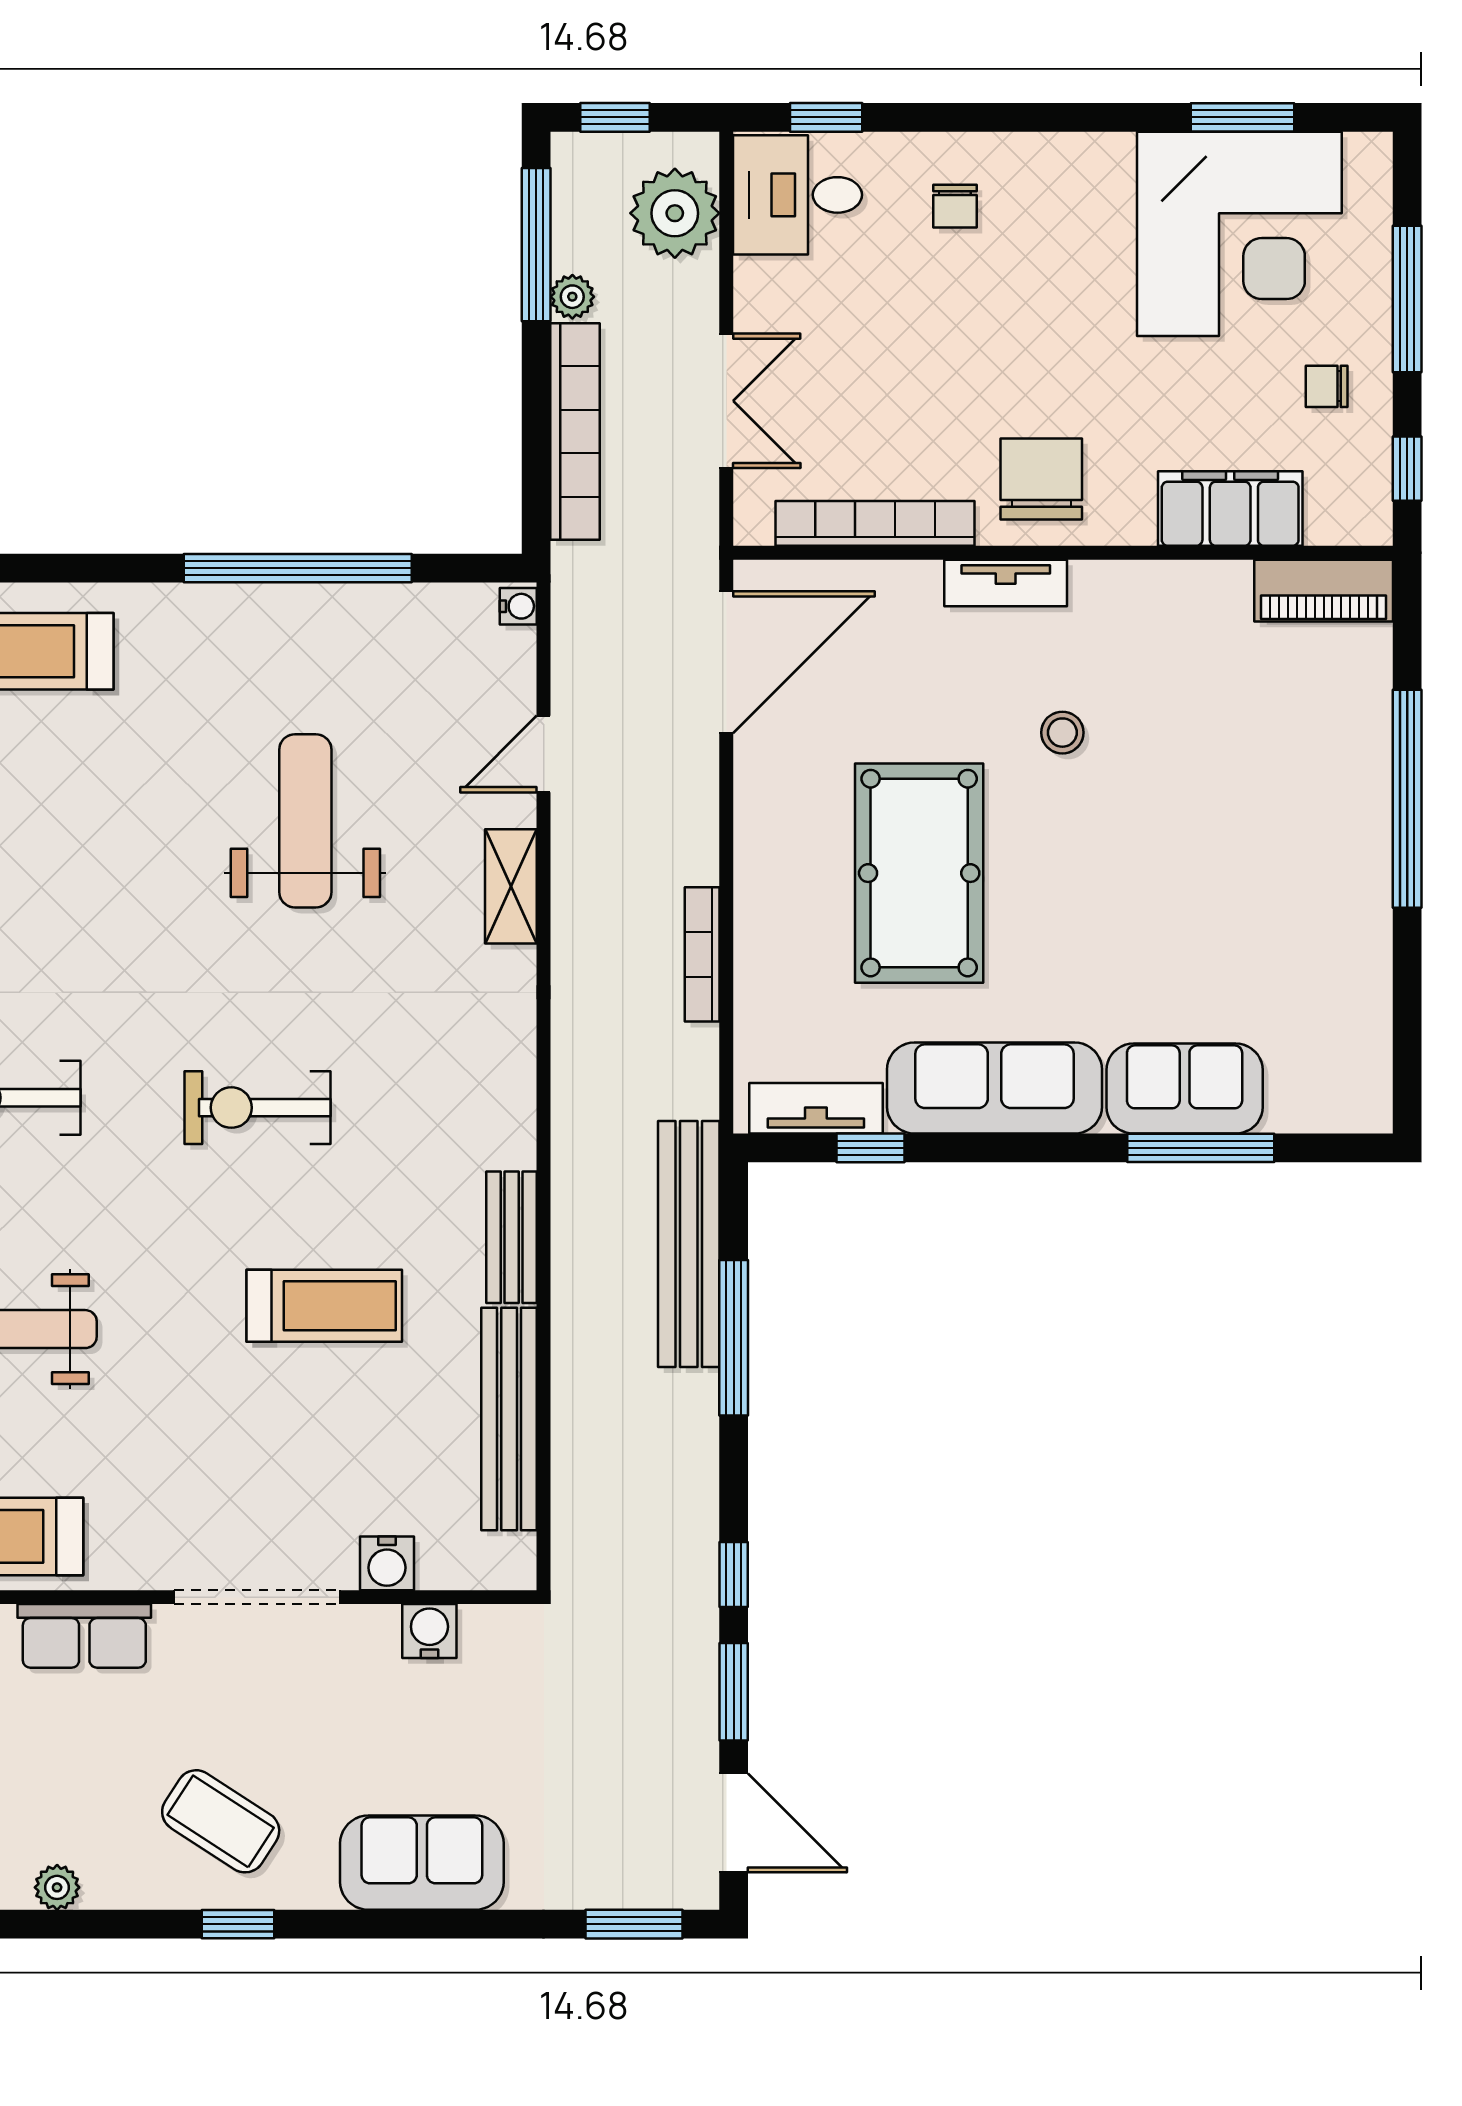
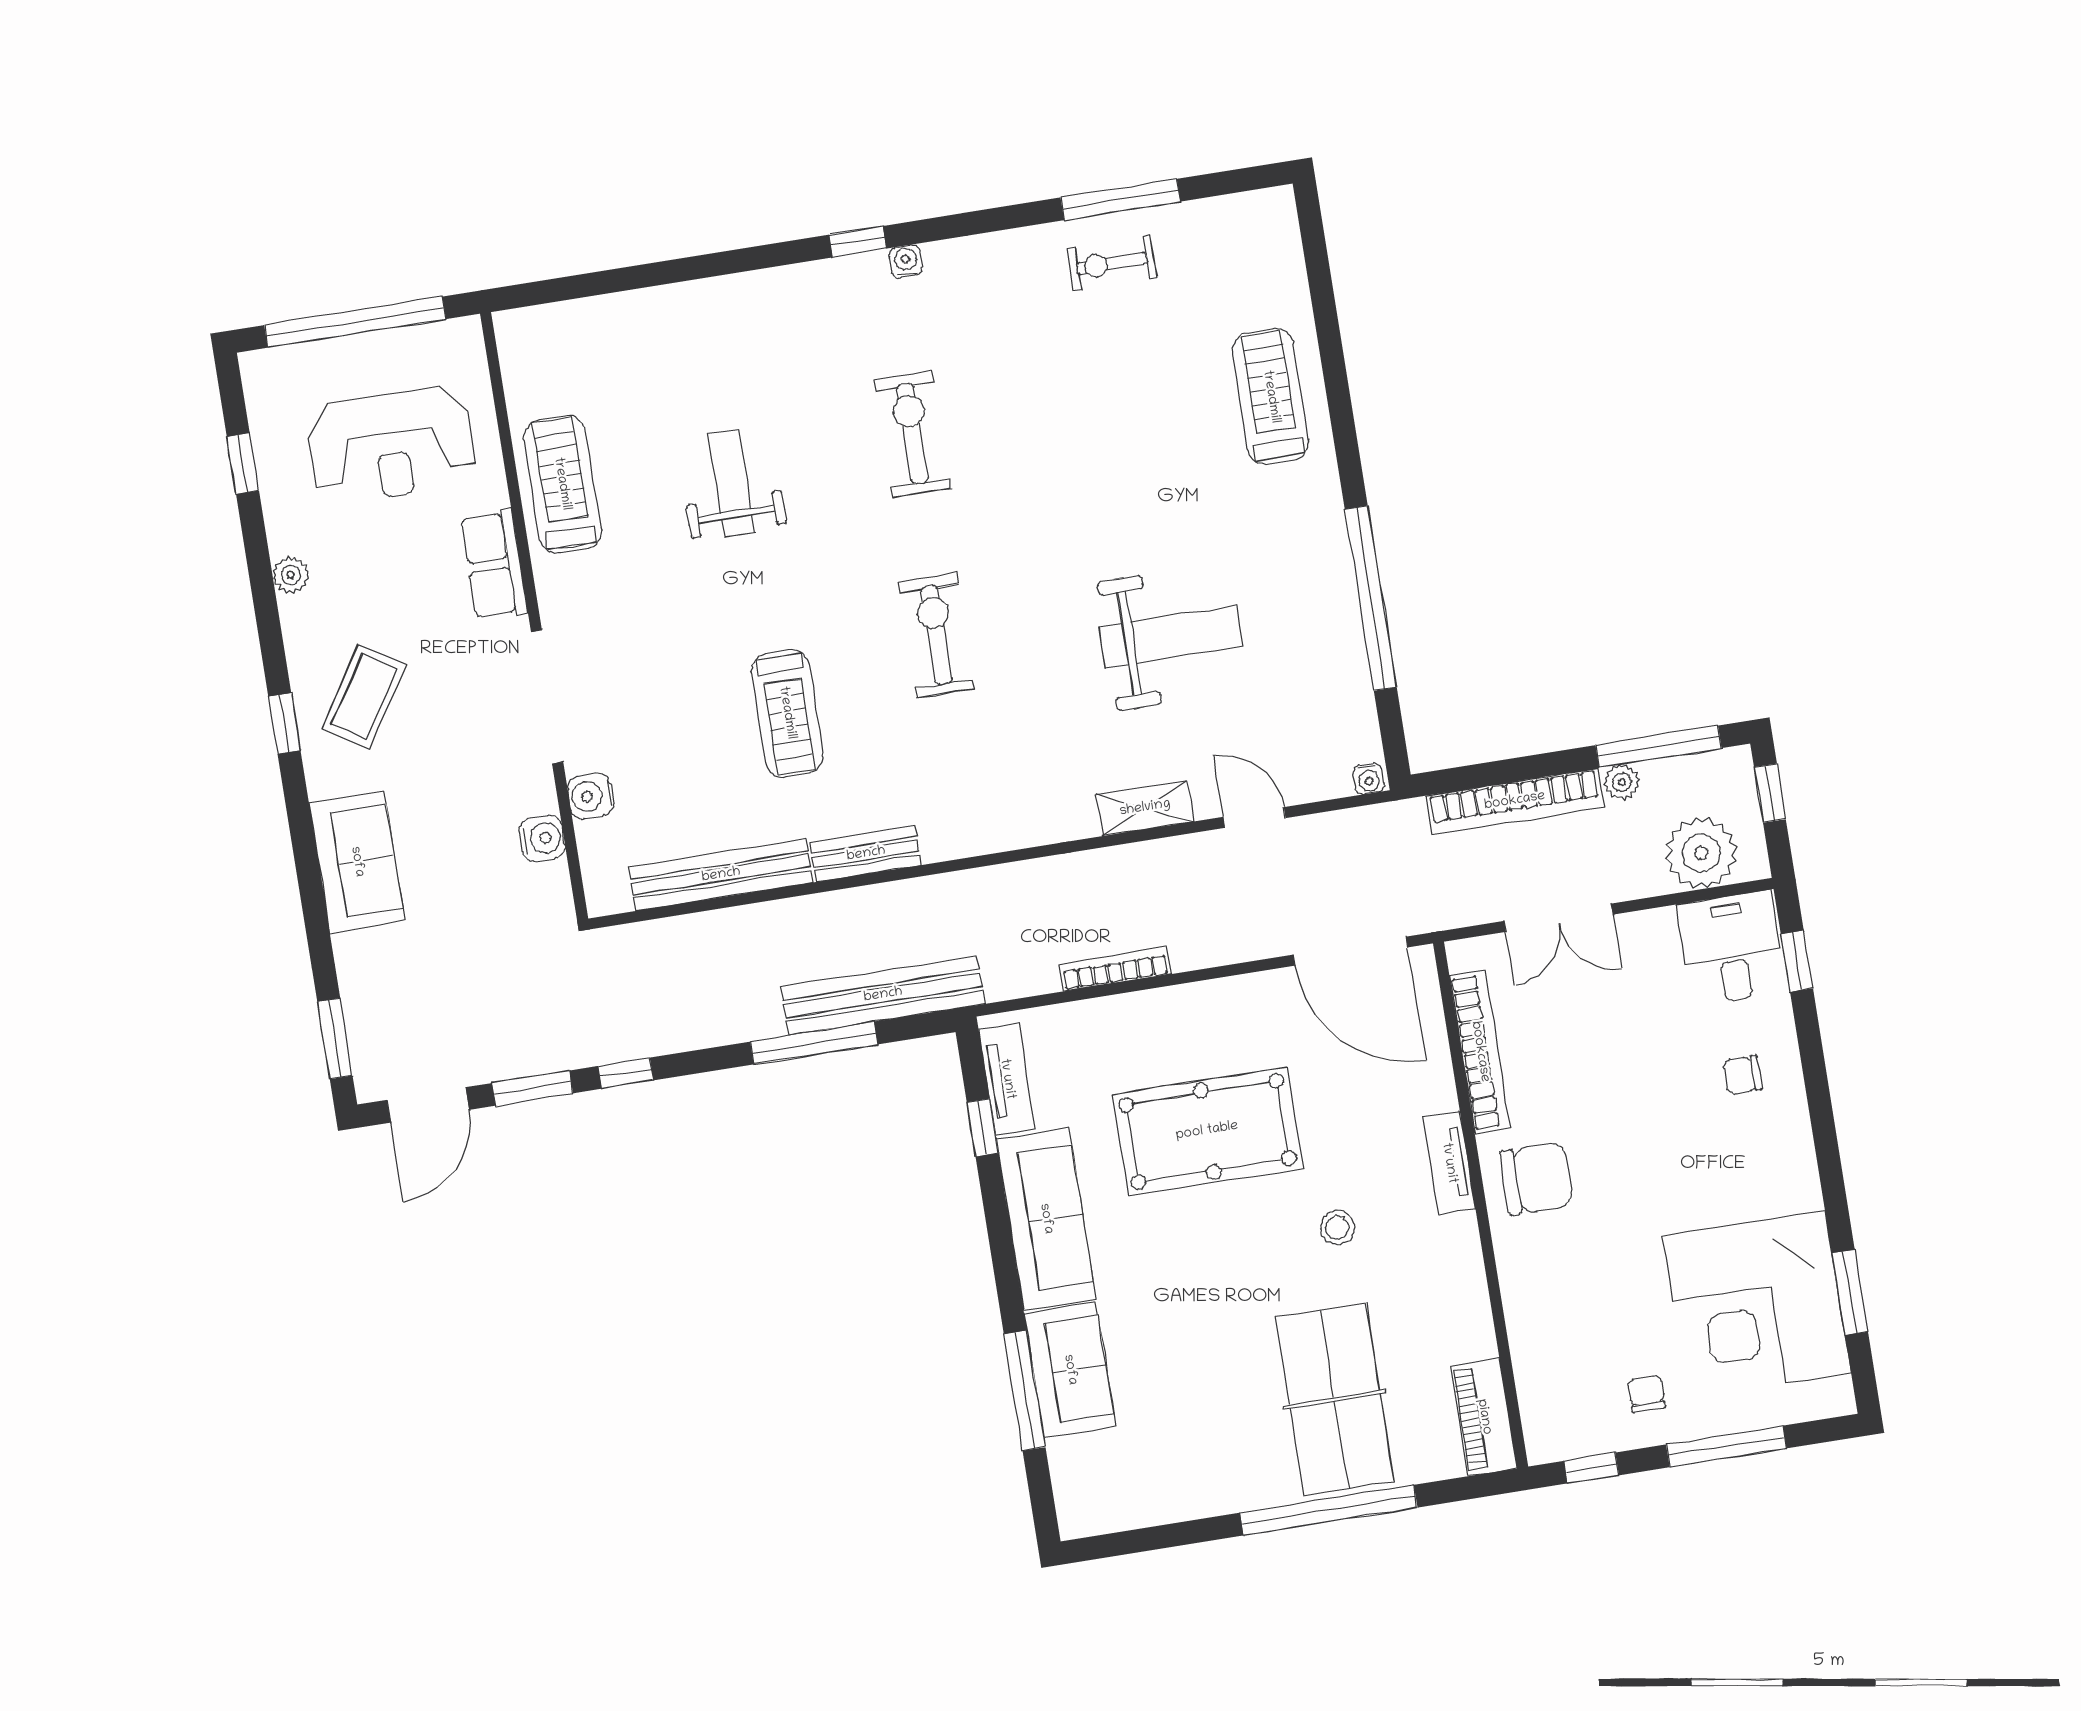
filing cabinet: (1230, 508) -> (1537, 1332), removed
table tennis table: (1272, 770) -> (1334, 1399), added

